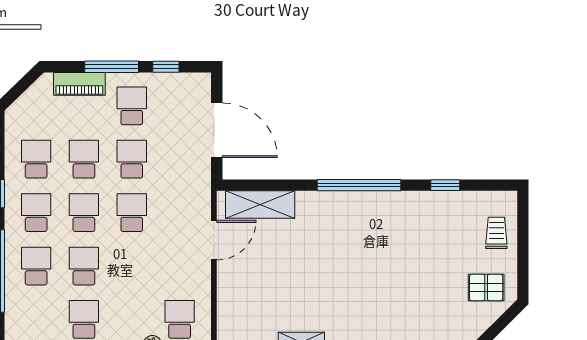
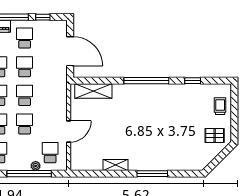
door: (214, 240) -> (69, 131), moved
school desk: (132, 266) -> (25, 124), added

